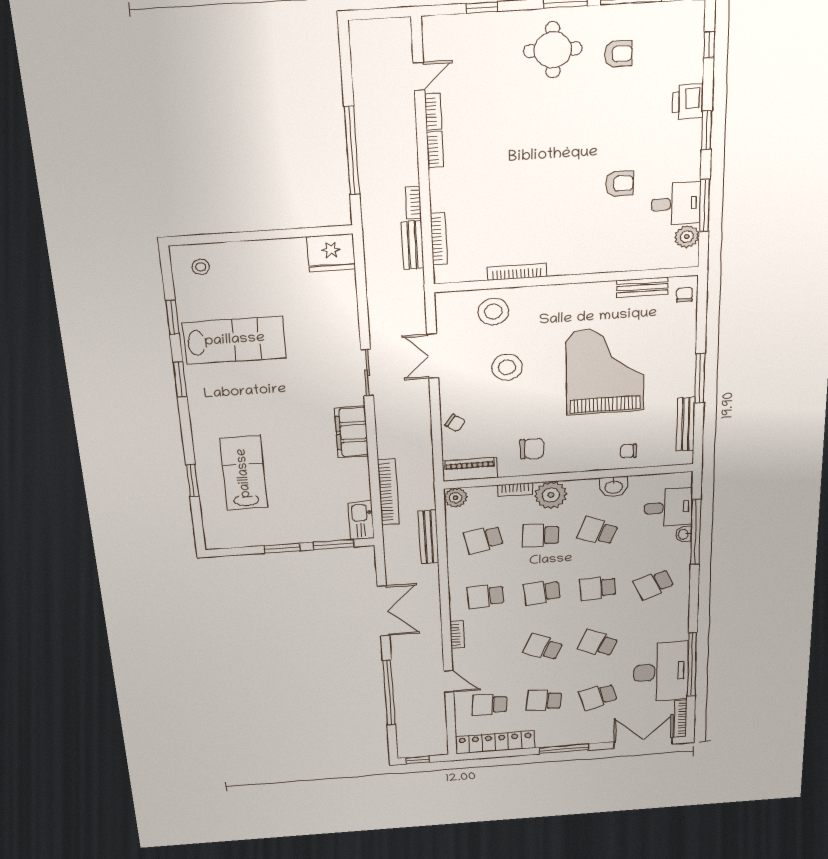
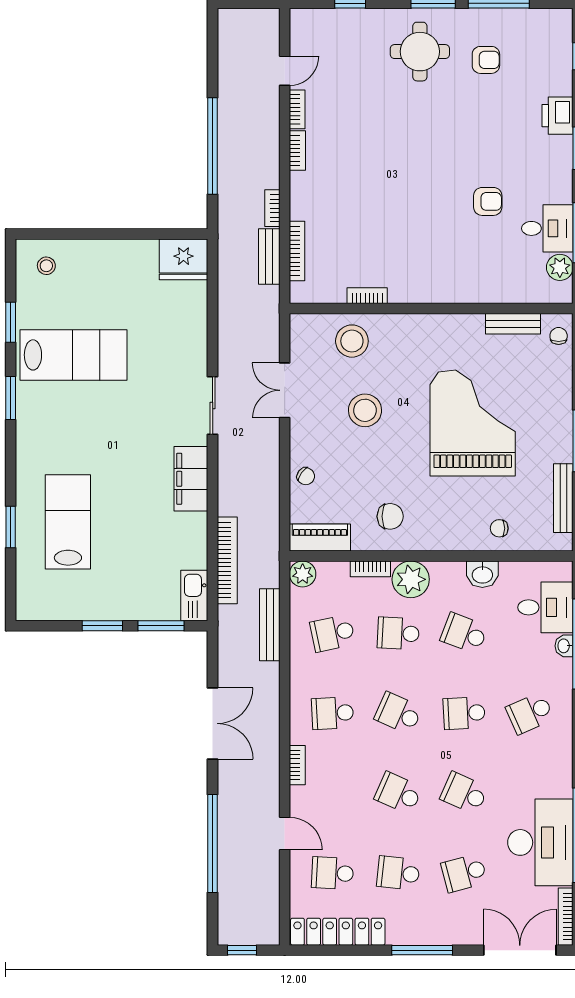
bookcase: (517, 272) -> (367, 296), width x0.64
school desk: (542, 592) -> (398, 713), turned 30

